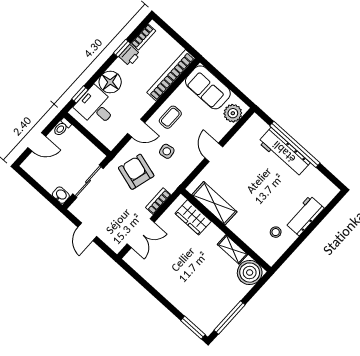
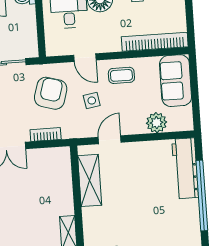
plant: (233, 113) -> (157, 123), moved
door: (214, 152) -> (110, 140), moved
workbench: (284, 152) -> (185, 168), moved
wardrobe: (193, 217) -> (61, 175), removed

